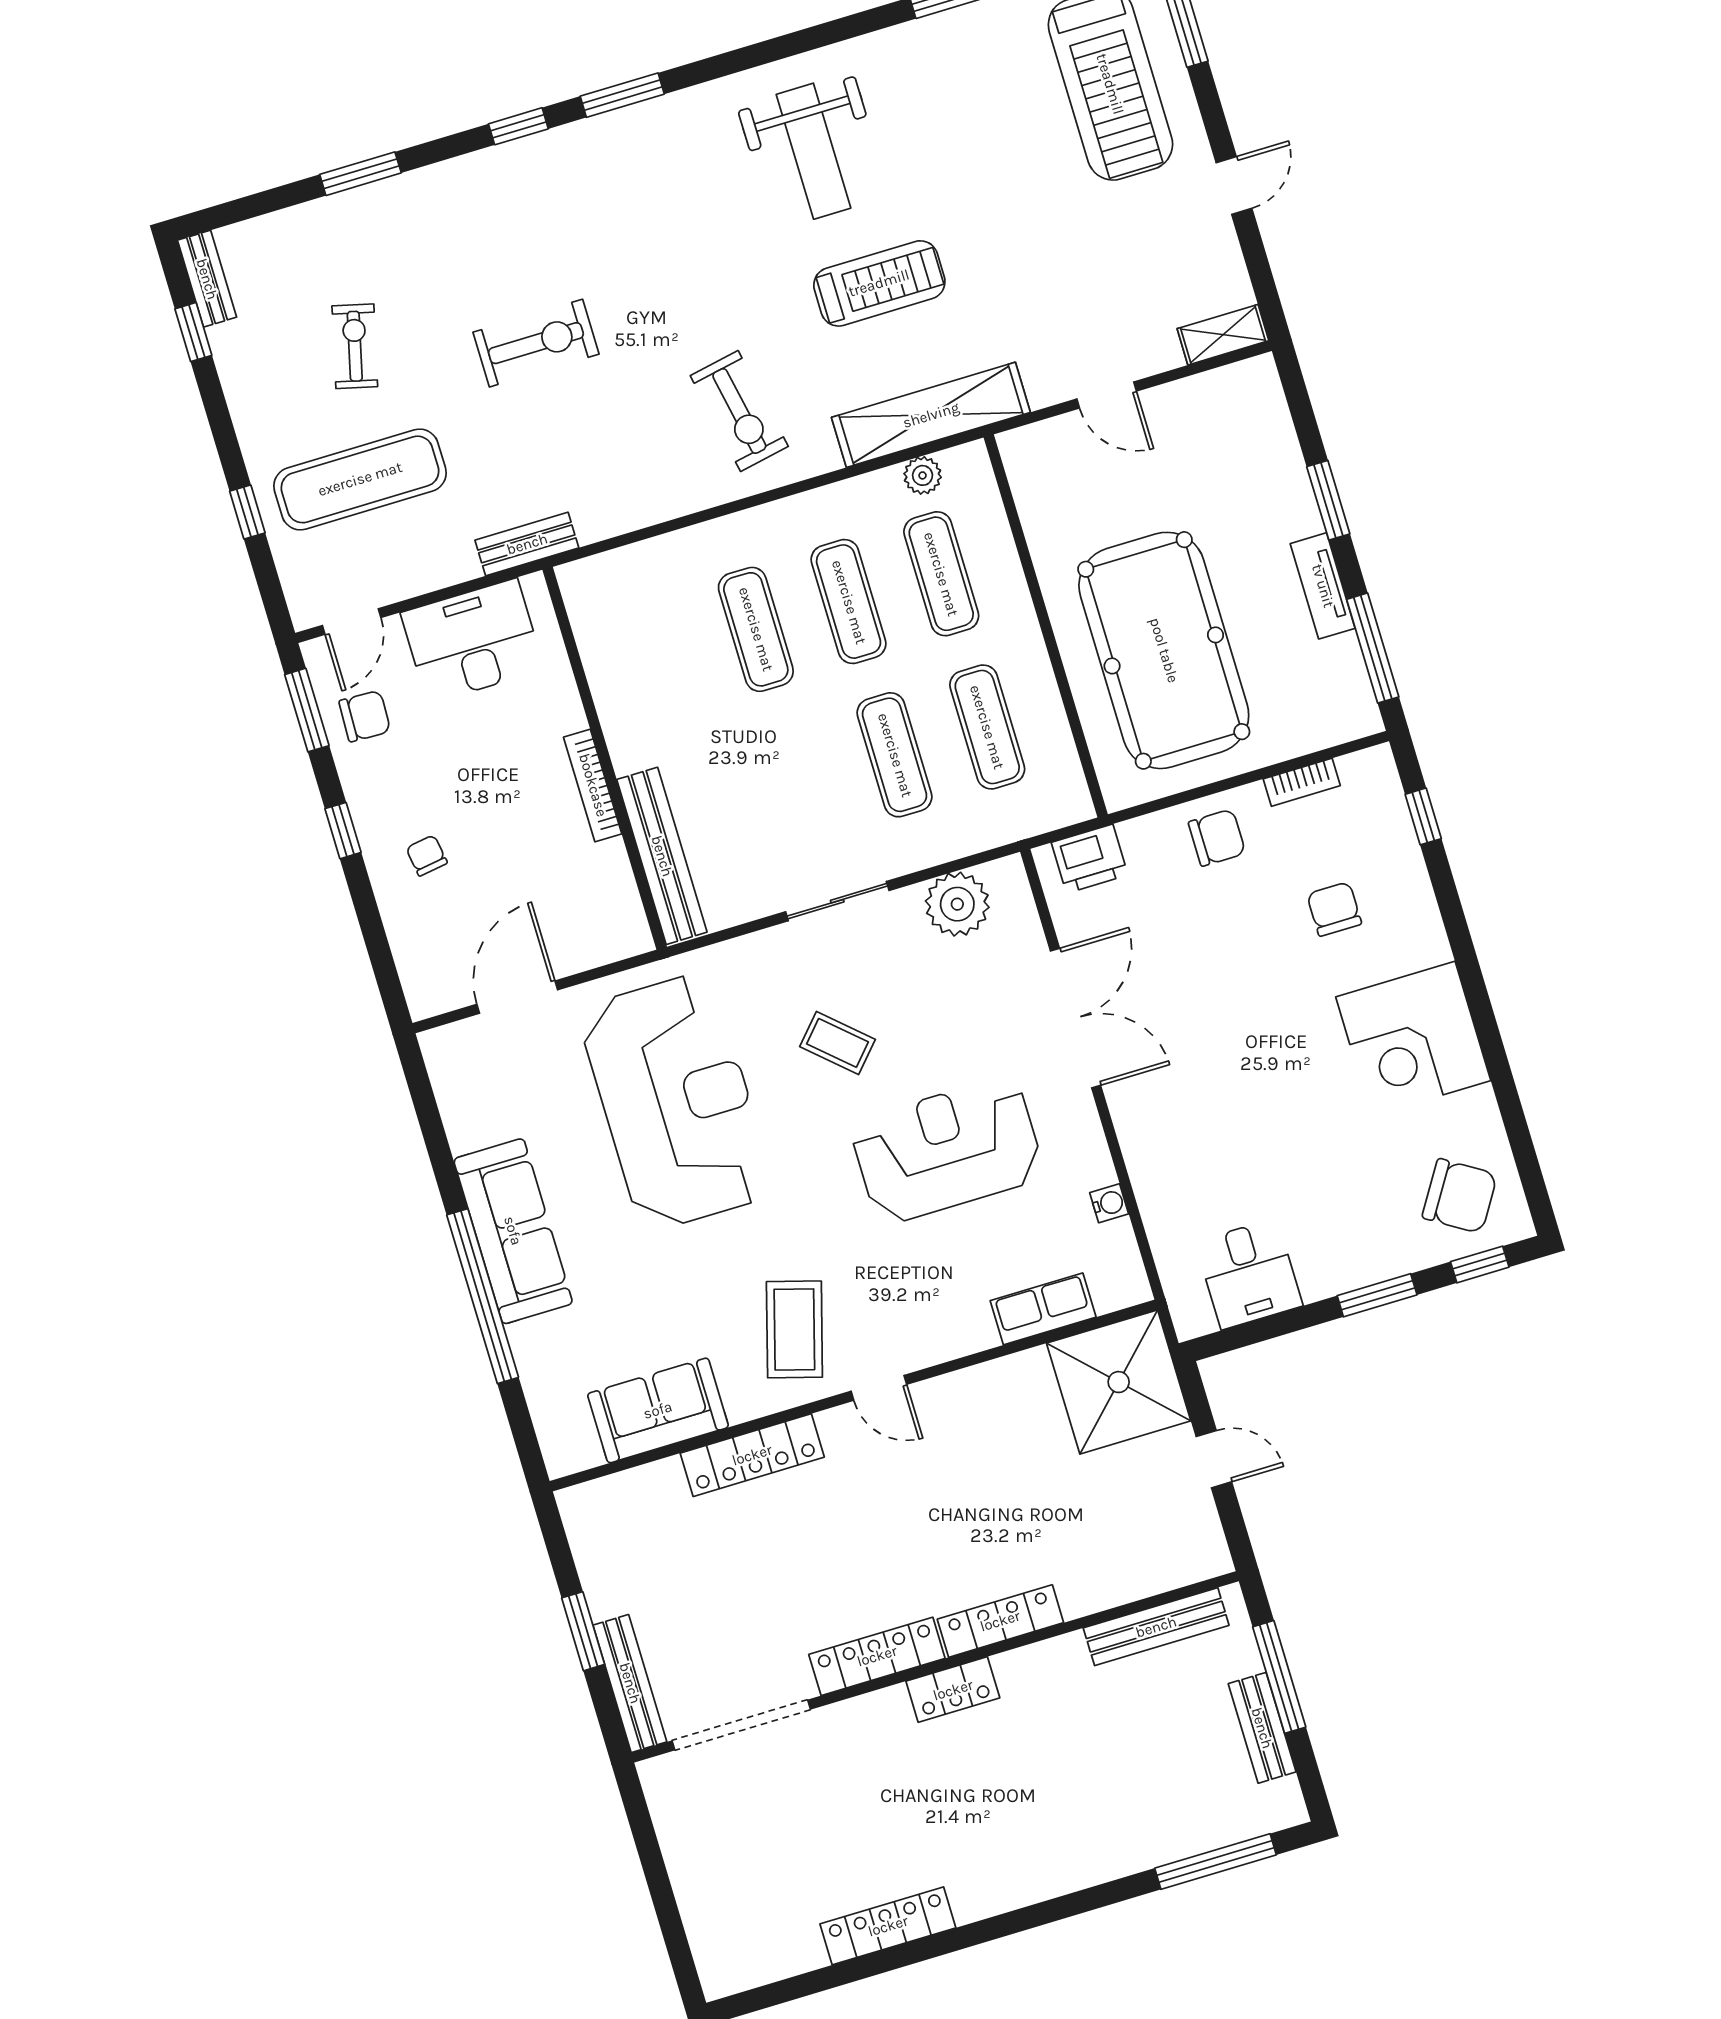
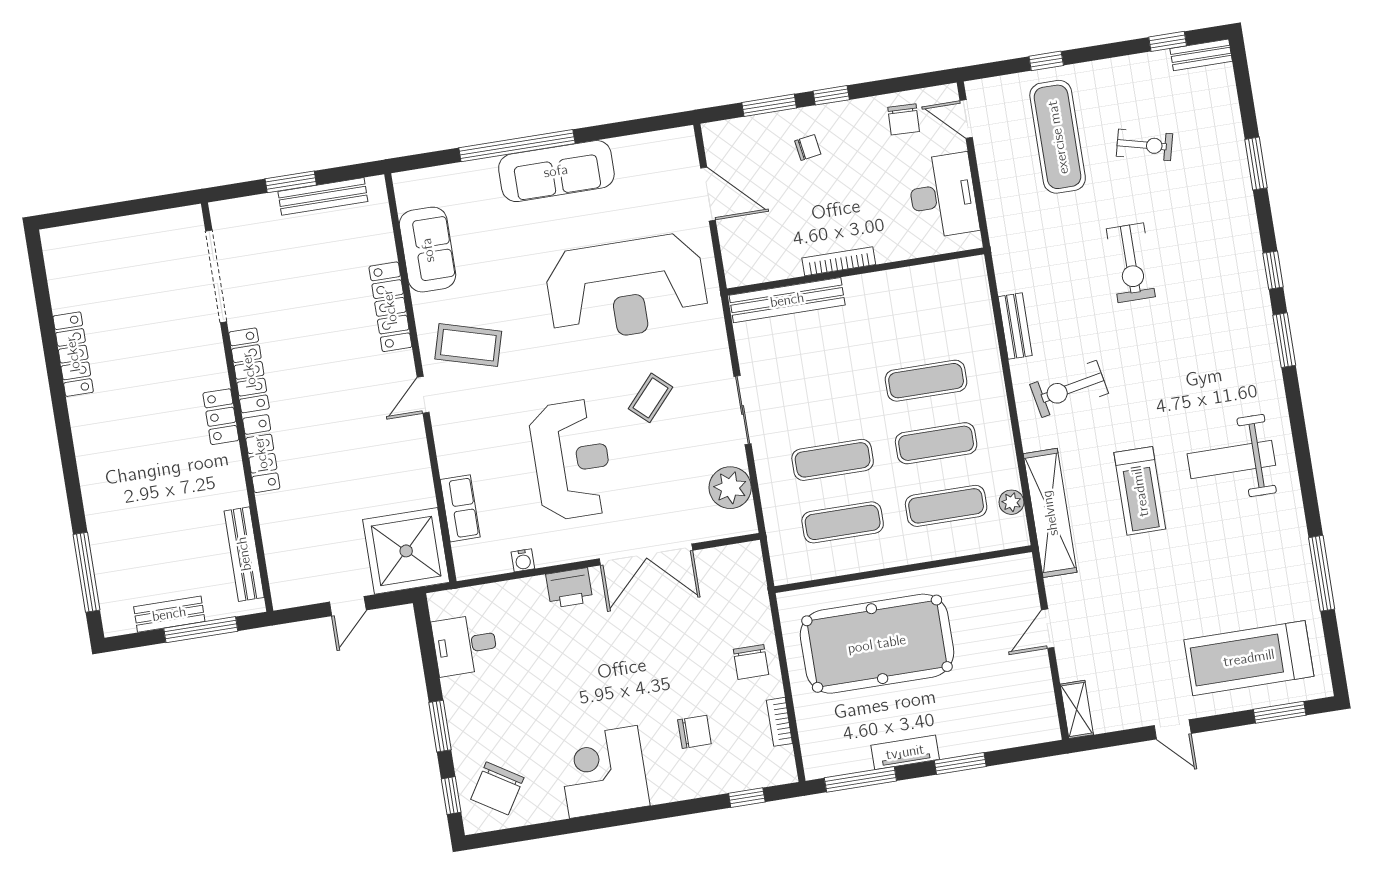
bench: (527, 544) -> (1015, 326), moved
window: (307, 710) -> (769, 105), moved
printer: (1090, 859) -> (569, 588), moved, turned -90
bench: (630, 1683) -> (323, 196), moved

